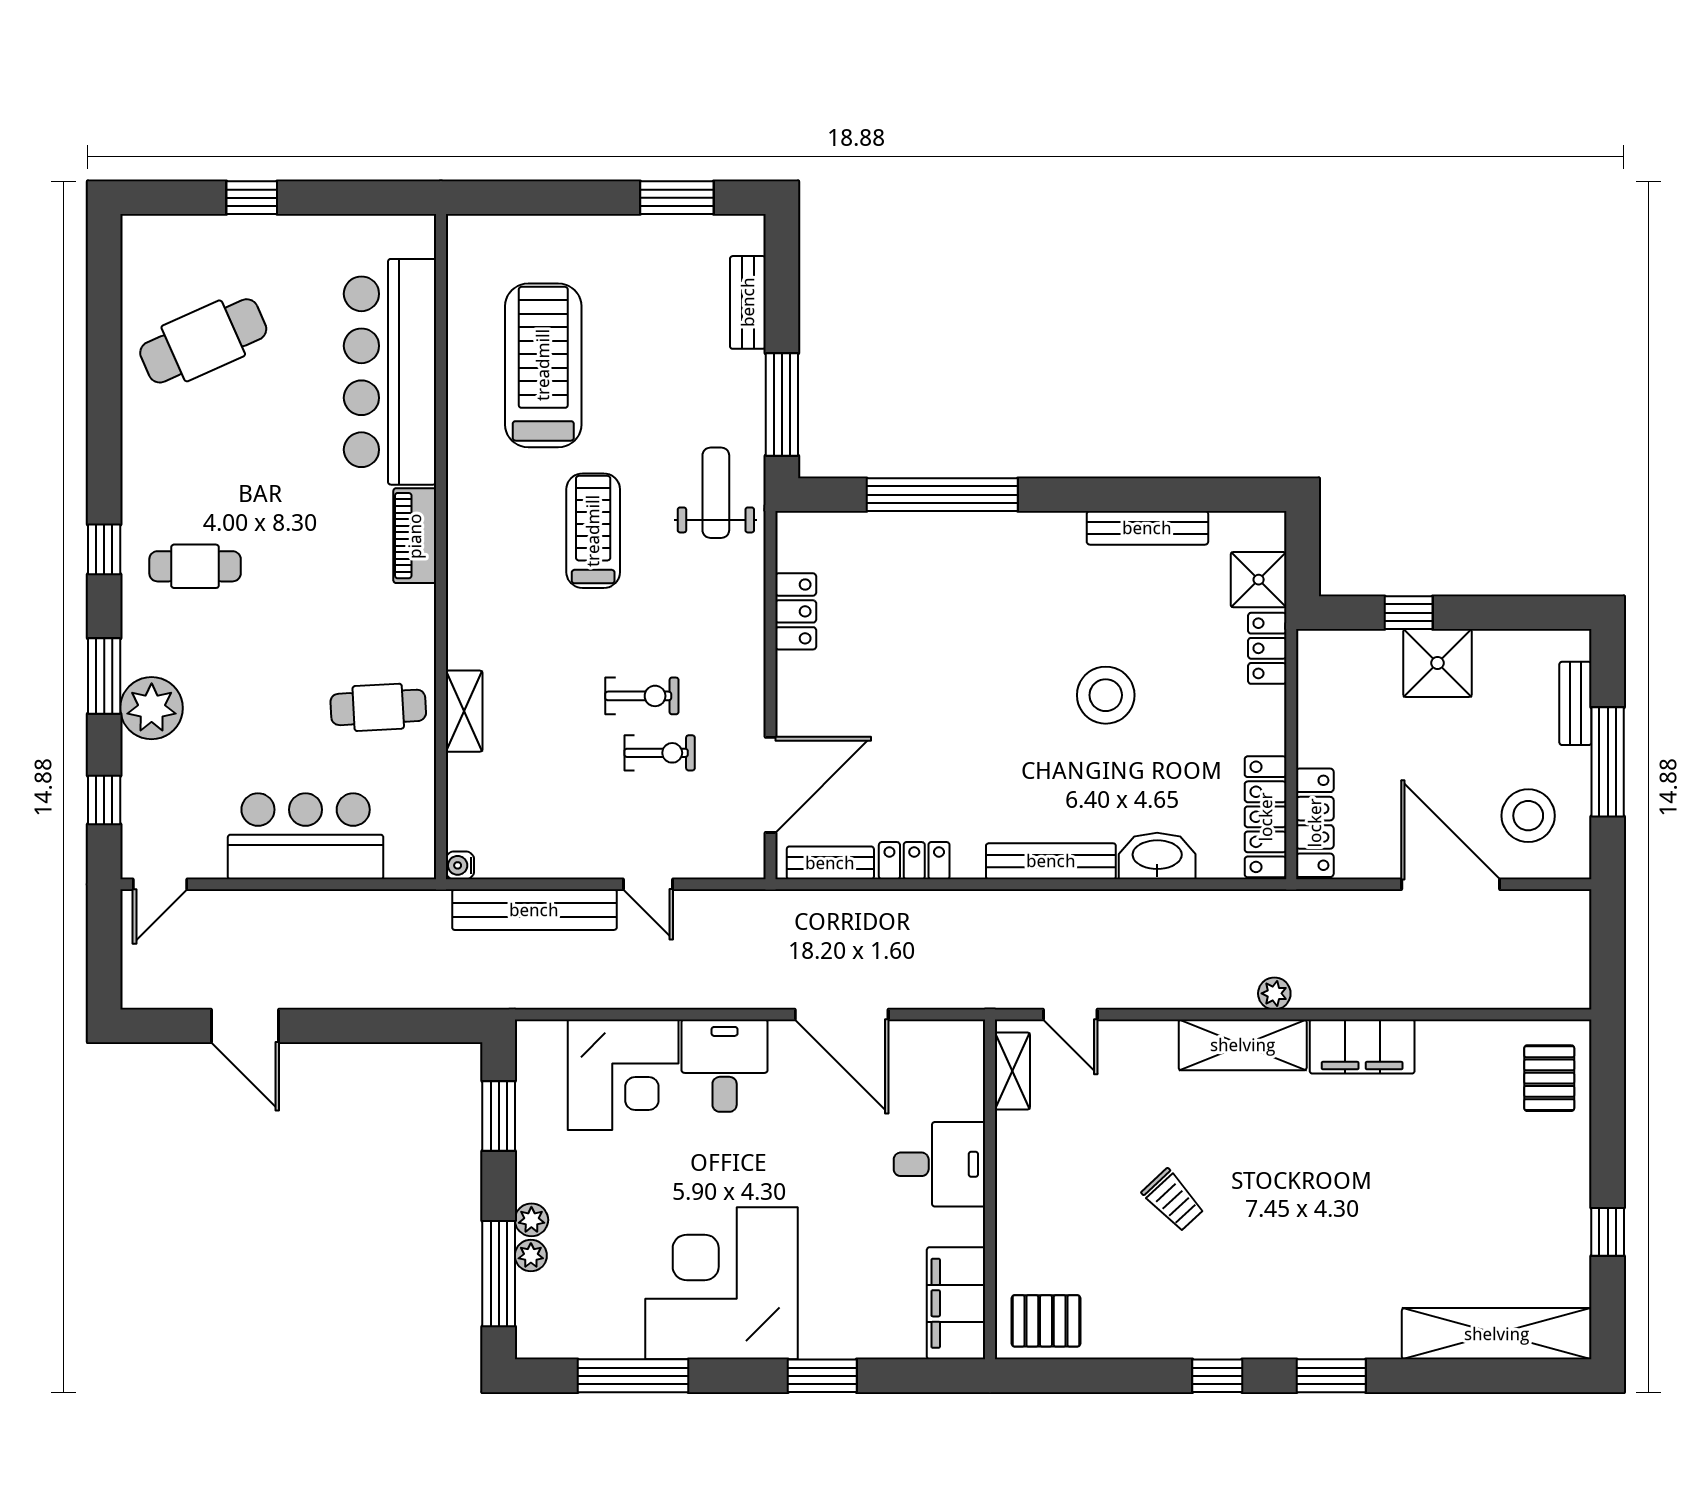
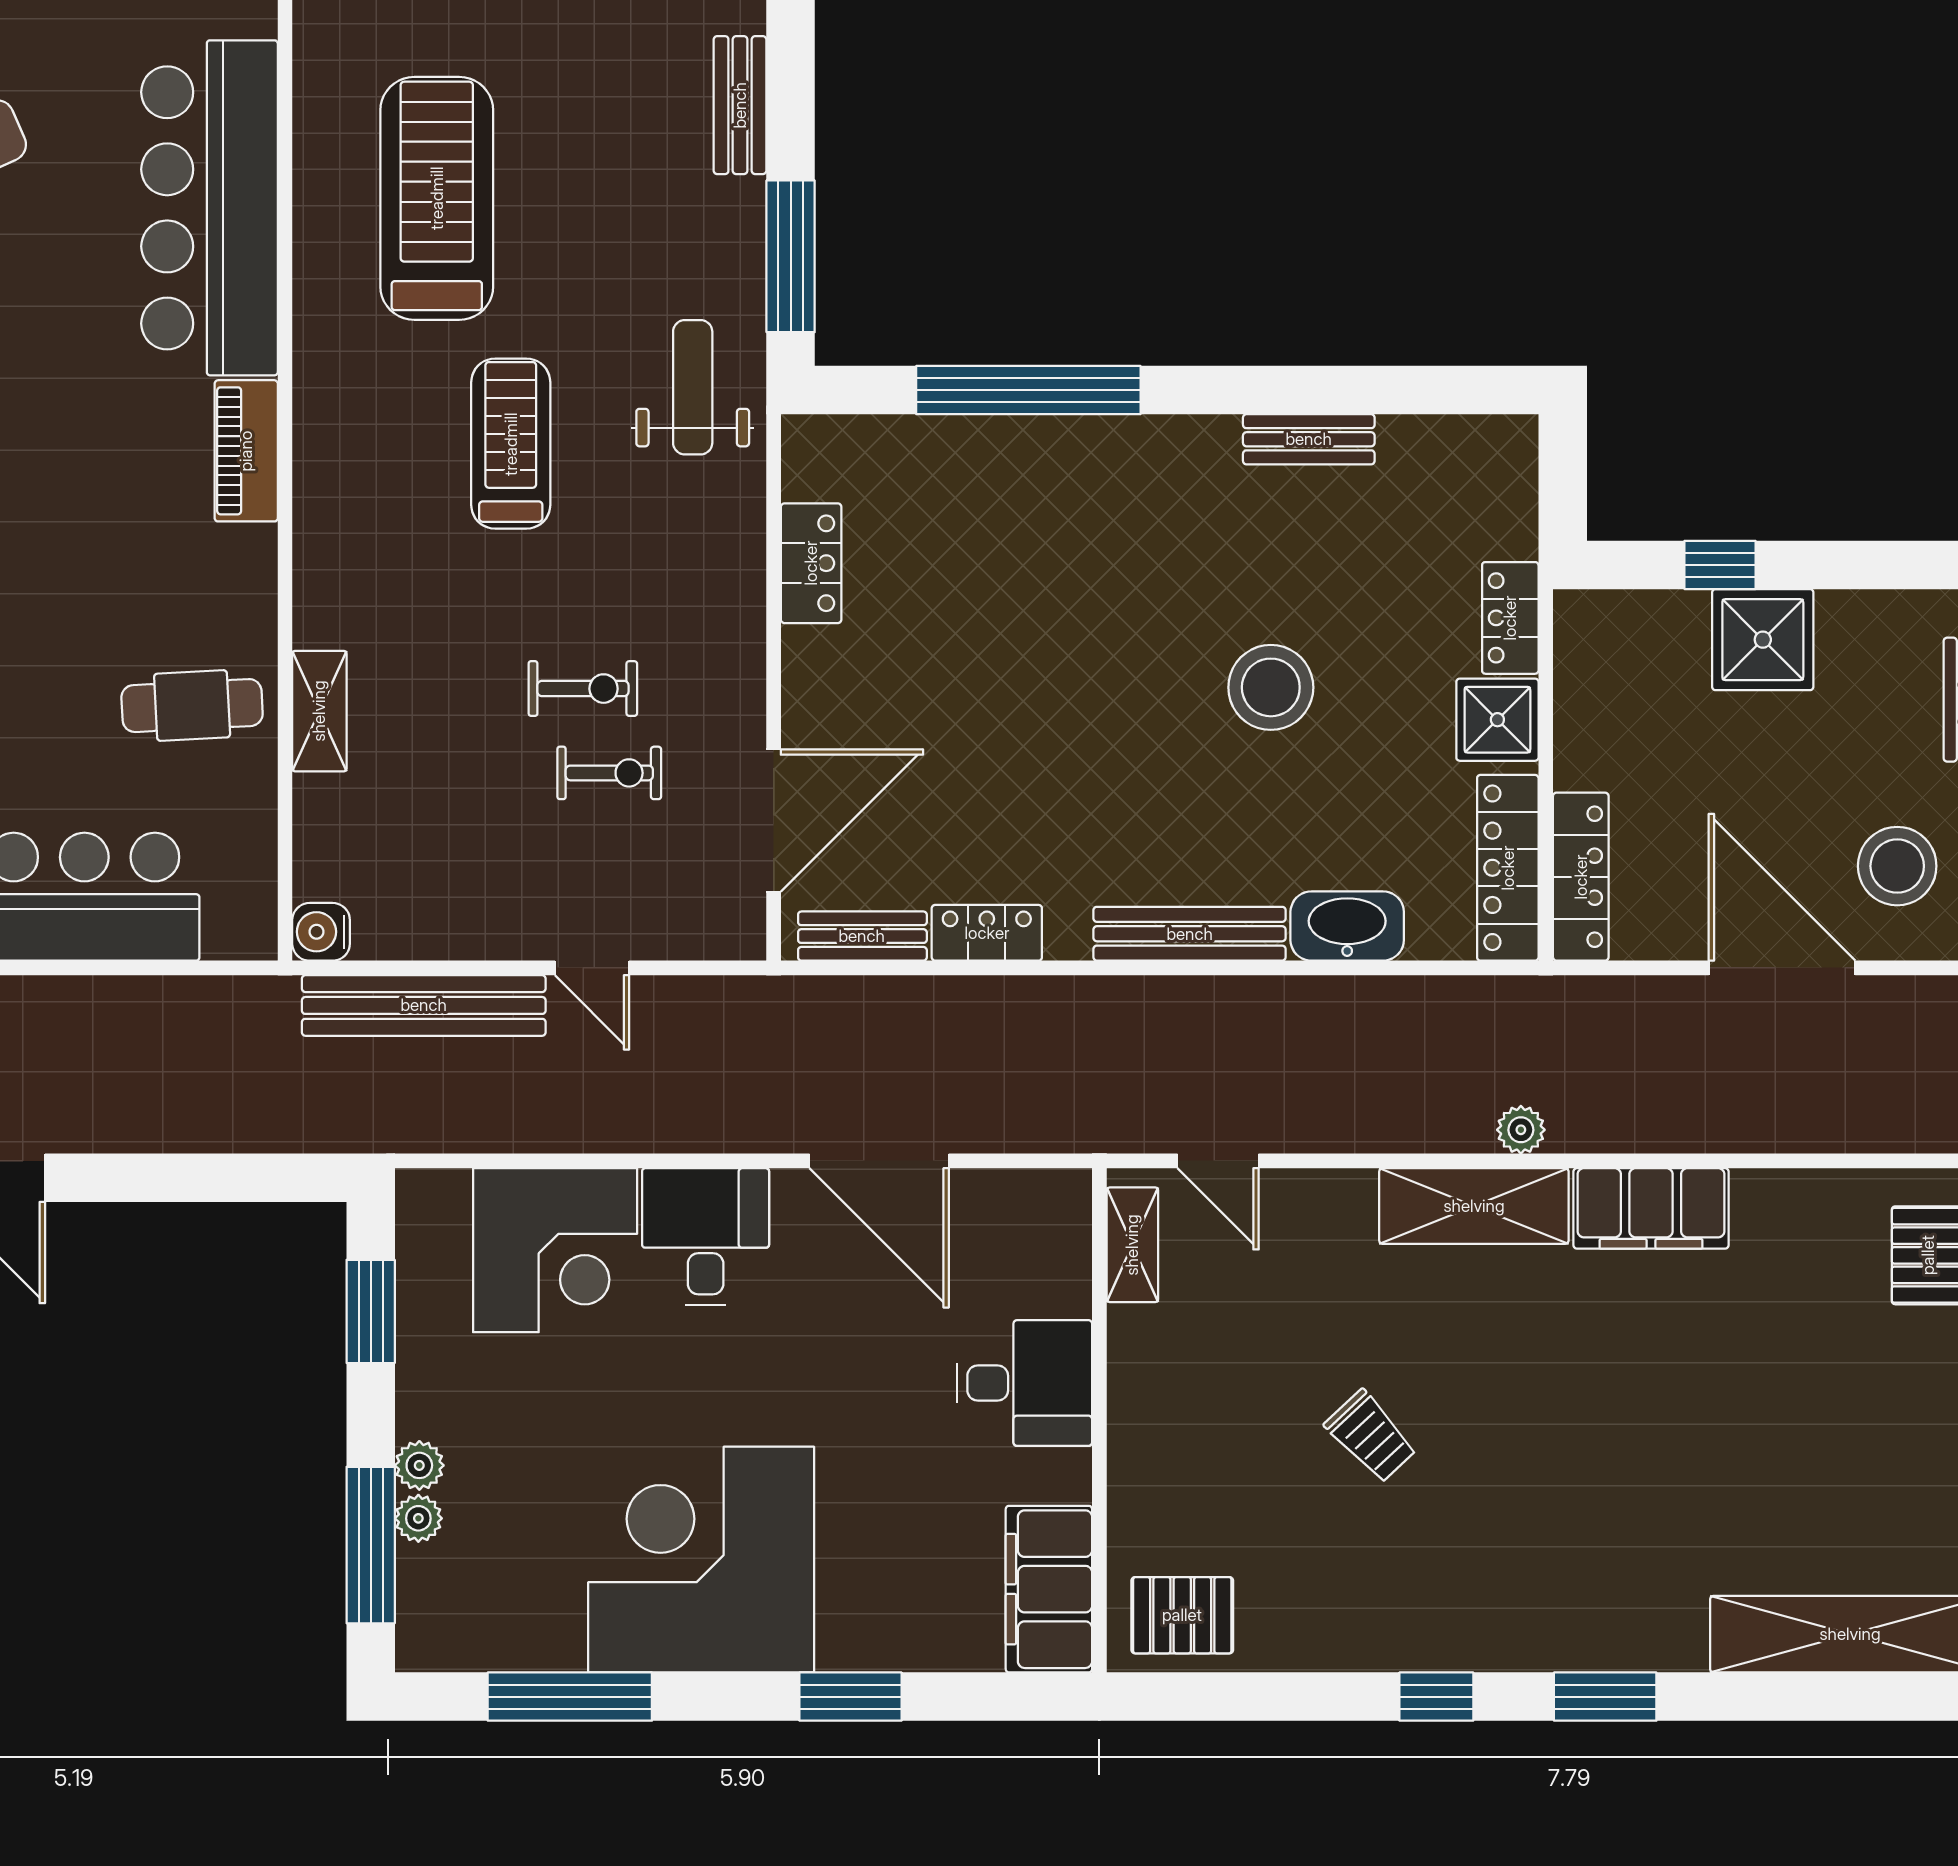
bench: (1147, 528) -> (1309, 439), width x0.73
shower: (1259, 580) -> (1497, 720), moved
water cooler: (460, 865) -> (321, 932), width x1.38, depth x1.38

